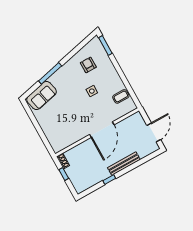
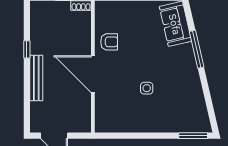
armchair: (88, 65) -> (109, 42), moved
coffee table: (121, 96) -> (120, 120), removed

